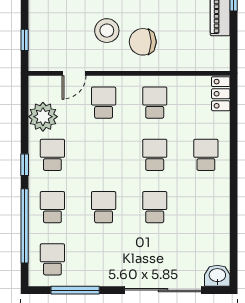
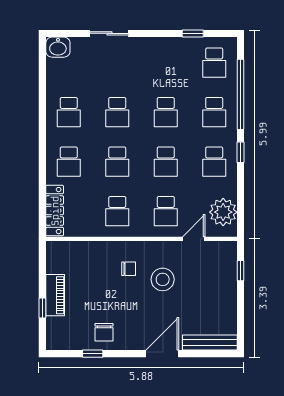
chair: (143, 42) -> (129, 269), width x0.54, depth x0.54
locker: (221, 94) -> (55, 211), width x1.53
plant: (43, 117) -> (223, 212), moved
school desk: (104, 155) -> (166, 162), added
school desk: (206, 207) -> (69, 112), added
window: (75, 290) -> (193, 33), width x0.46
sliding door: (163, 290) -> (109, 33), width x0.54

